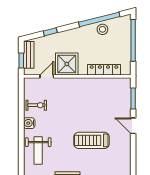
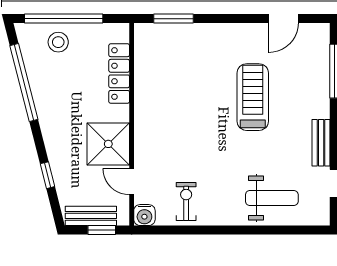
stool: (102, 29) -> (58, 42), moved
water cooler: (29, 123) -> (144, 215), moved
door: (133, 126) -> (283, 19), moved
treadmill: (92, 140) -> (253, 97), turned 180

